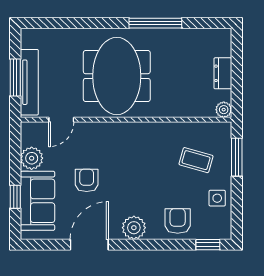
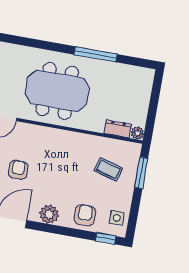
dresser: (223, 73) -> (118, 129), moved, turned 90
meeting table: (117, 76) -> (57, 91), turned 90
side table: (217, 198) -> (117, 218), moved

